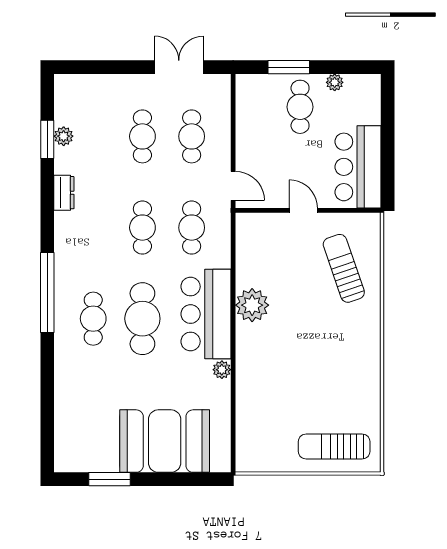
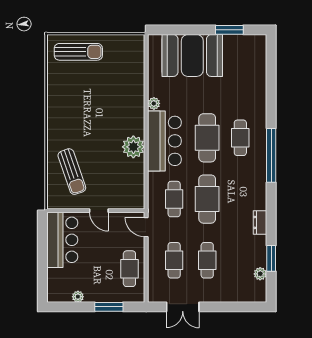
cafe table: (300, 107) -> (129, 269), moved
plant: (64, 136) -> (260, 274), moved
cafe table: (142, 228) -> (207, 199), width x1.37, depth x1.35

